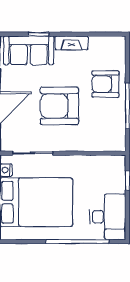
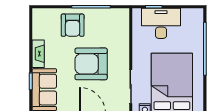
armchair: (59, 106) -> (91, 64), turned 90
desk: (108, 217) -> (161, 23), moved

